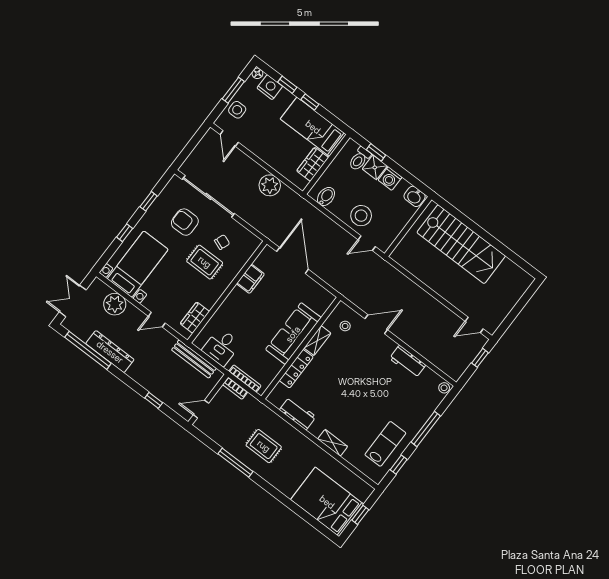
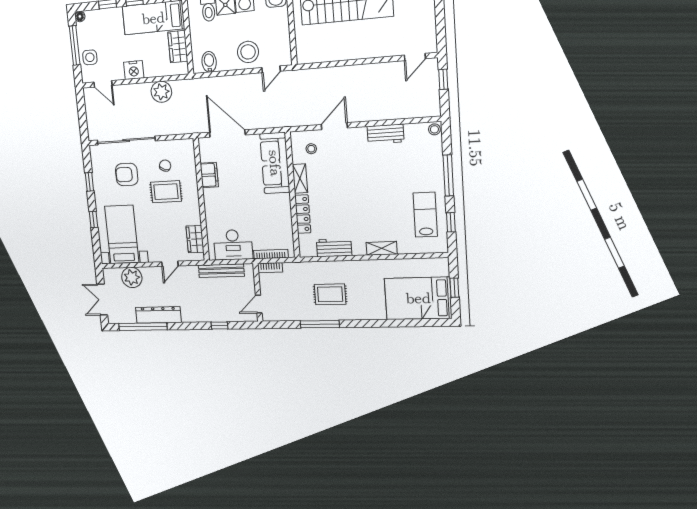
nightstand: (270, 87) -> (134, 70), moved, turned 180
window: (233, 90) -> (75, 45), width x1.44
sofa: (293, 334) -> (275, 163), moved
desk: (221, 347) -> (233, 245), width x1.37

